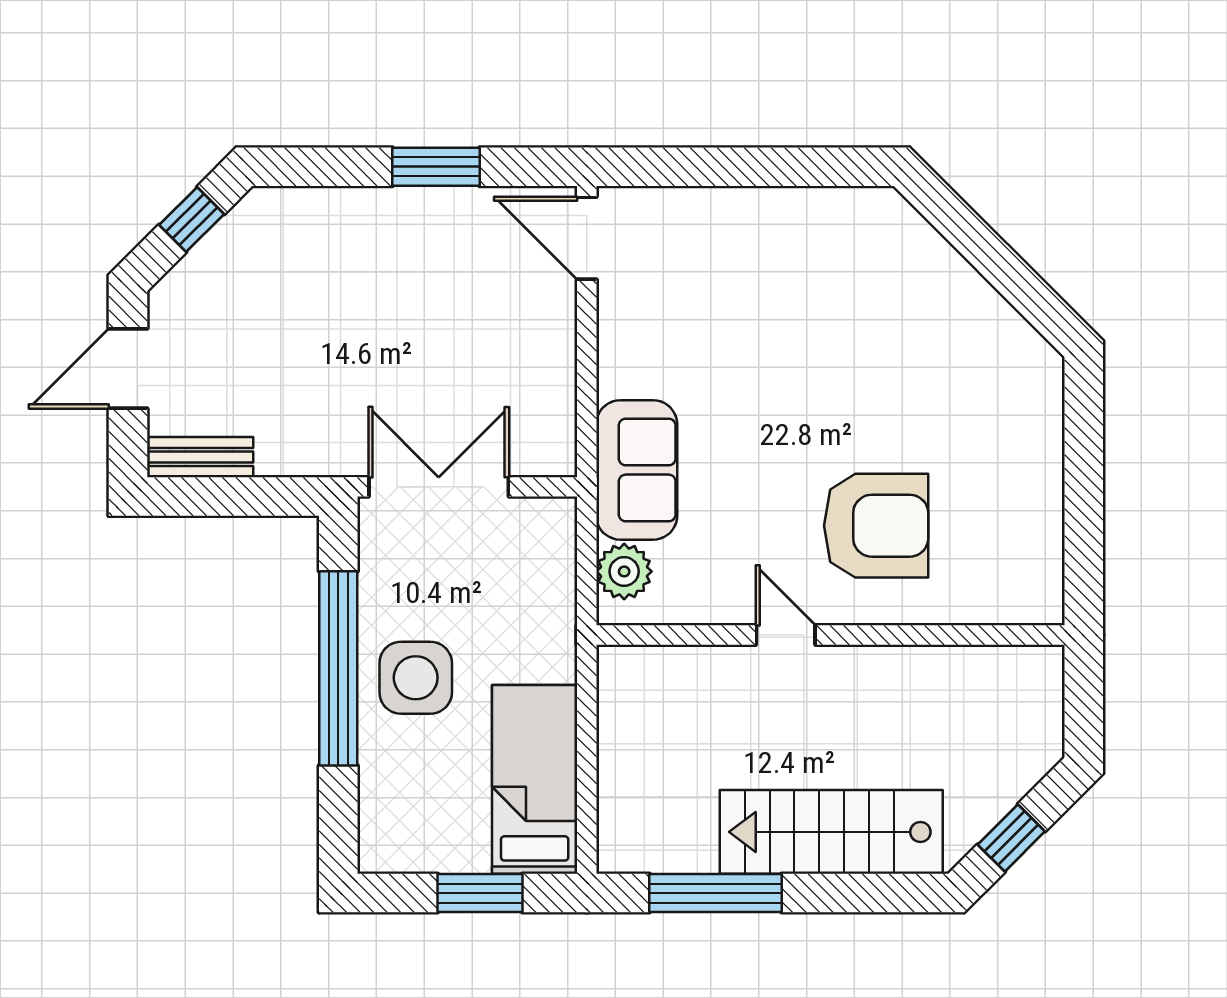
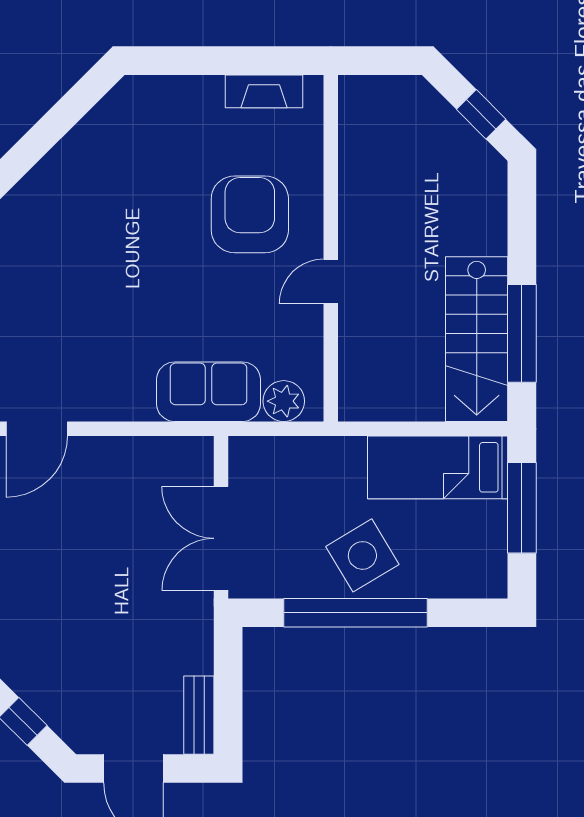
fireplace: (1042, 545) -> (264, 91), added
side table: (416, 678) -> (362, 555), turned -31
stairs: (831, 832) -> (477, 339), moved
window: (480, 893) -> (522, 508), width x1.44

